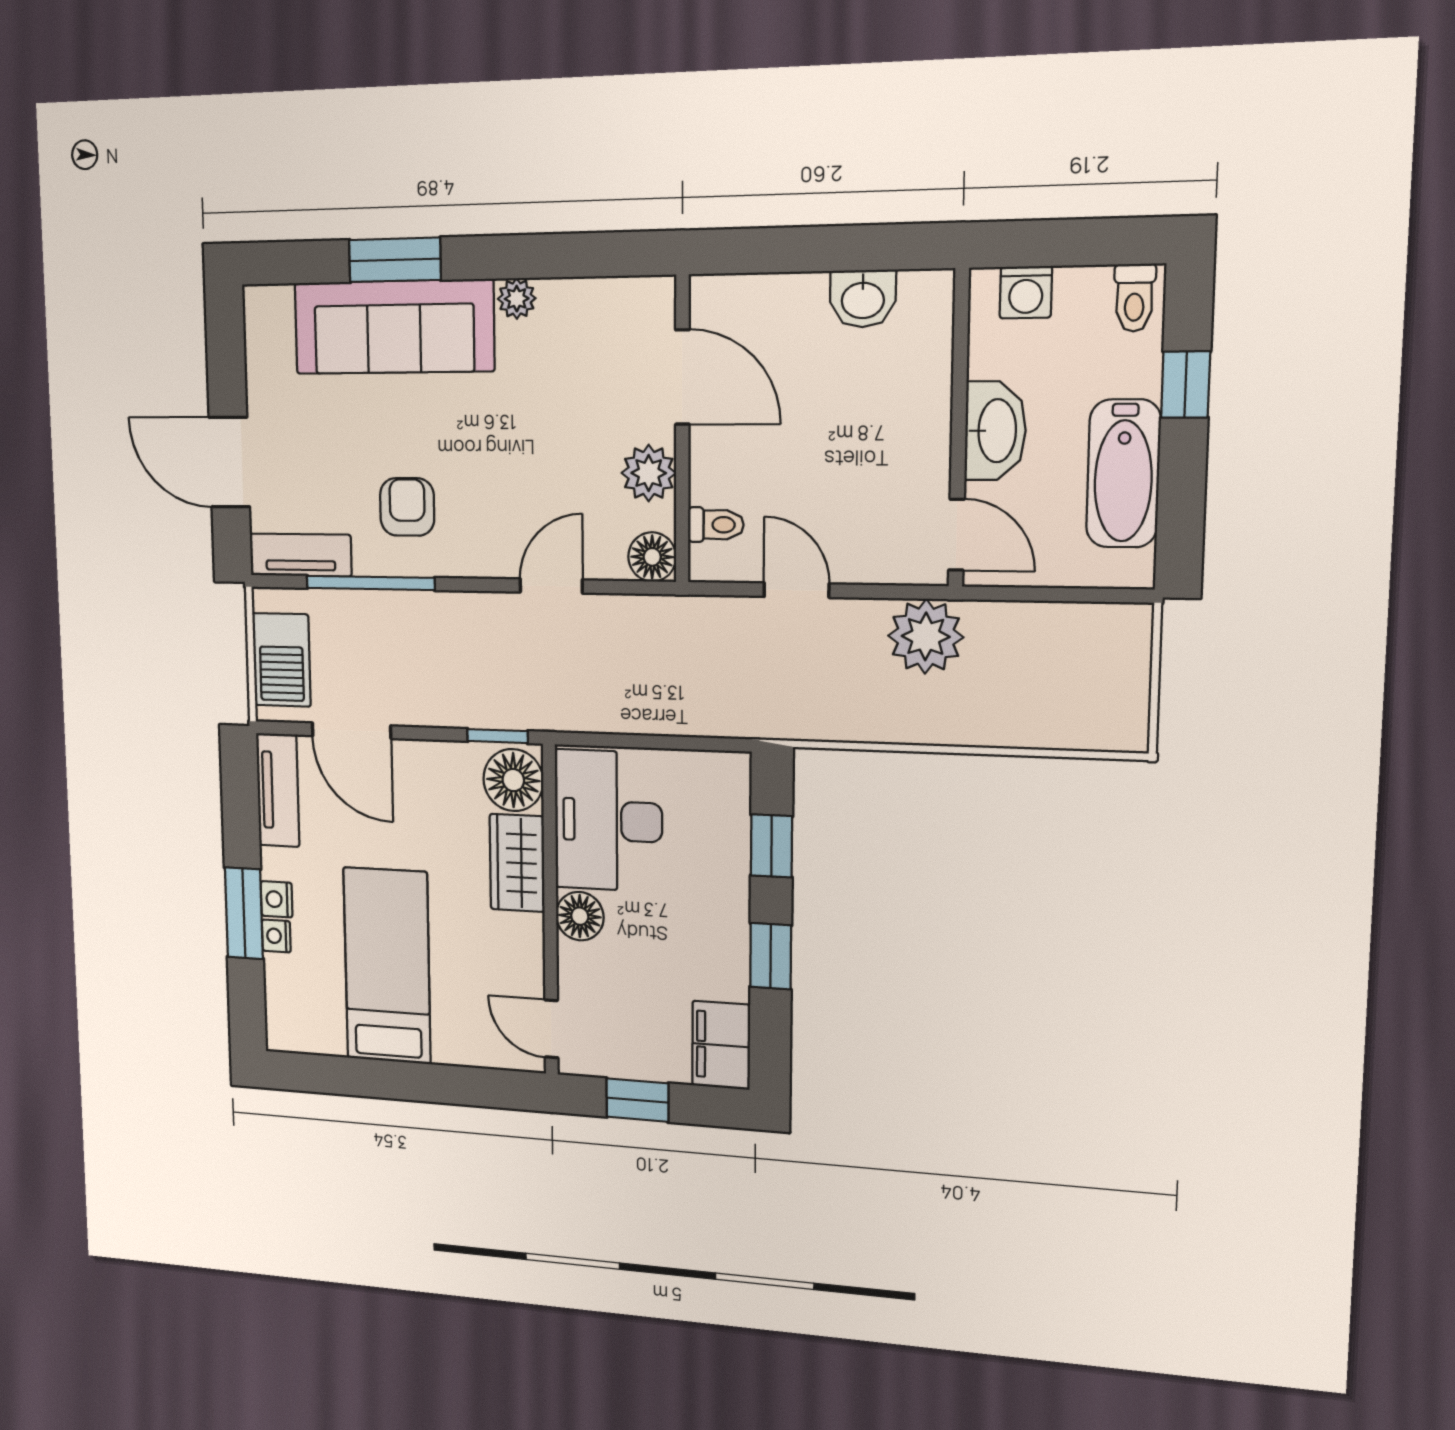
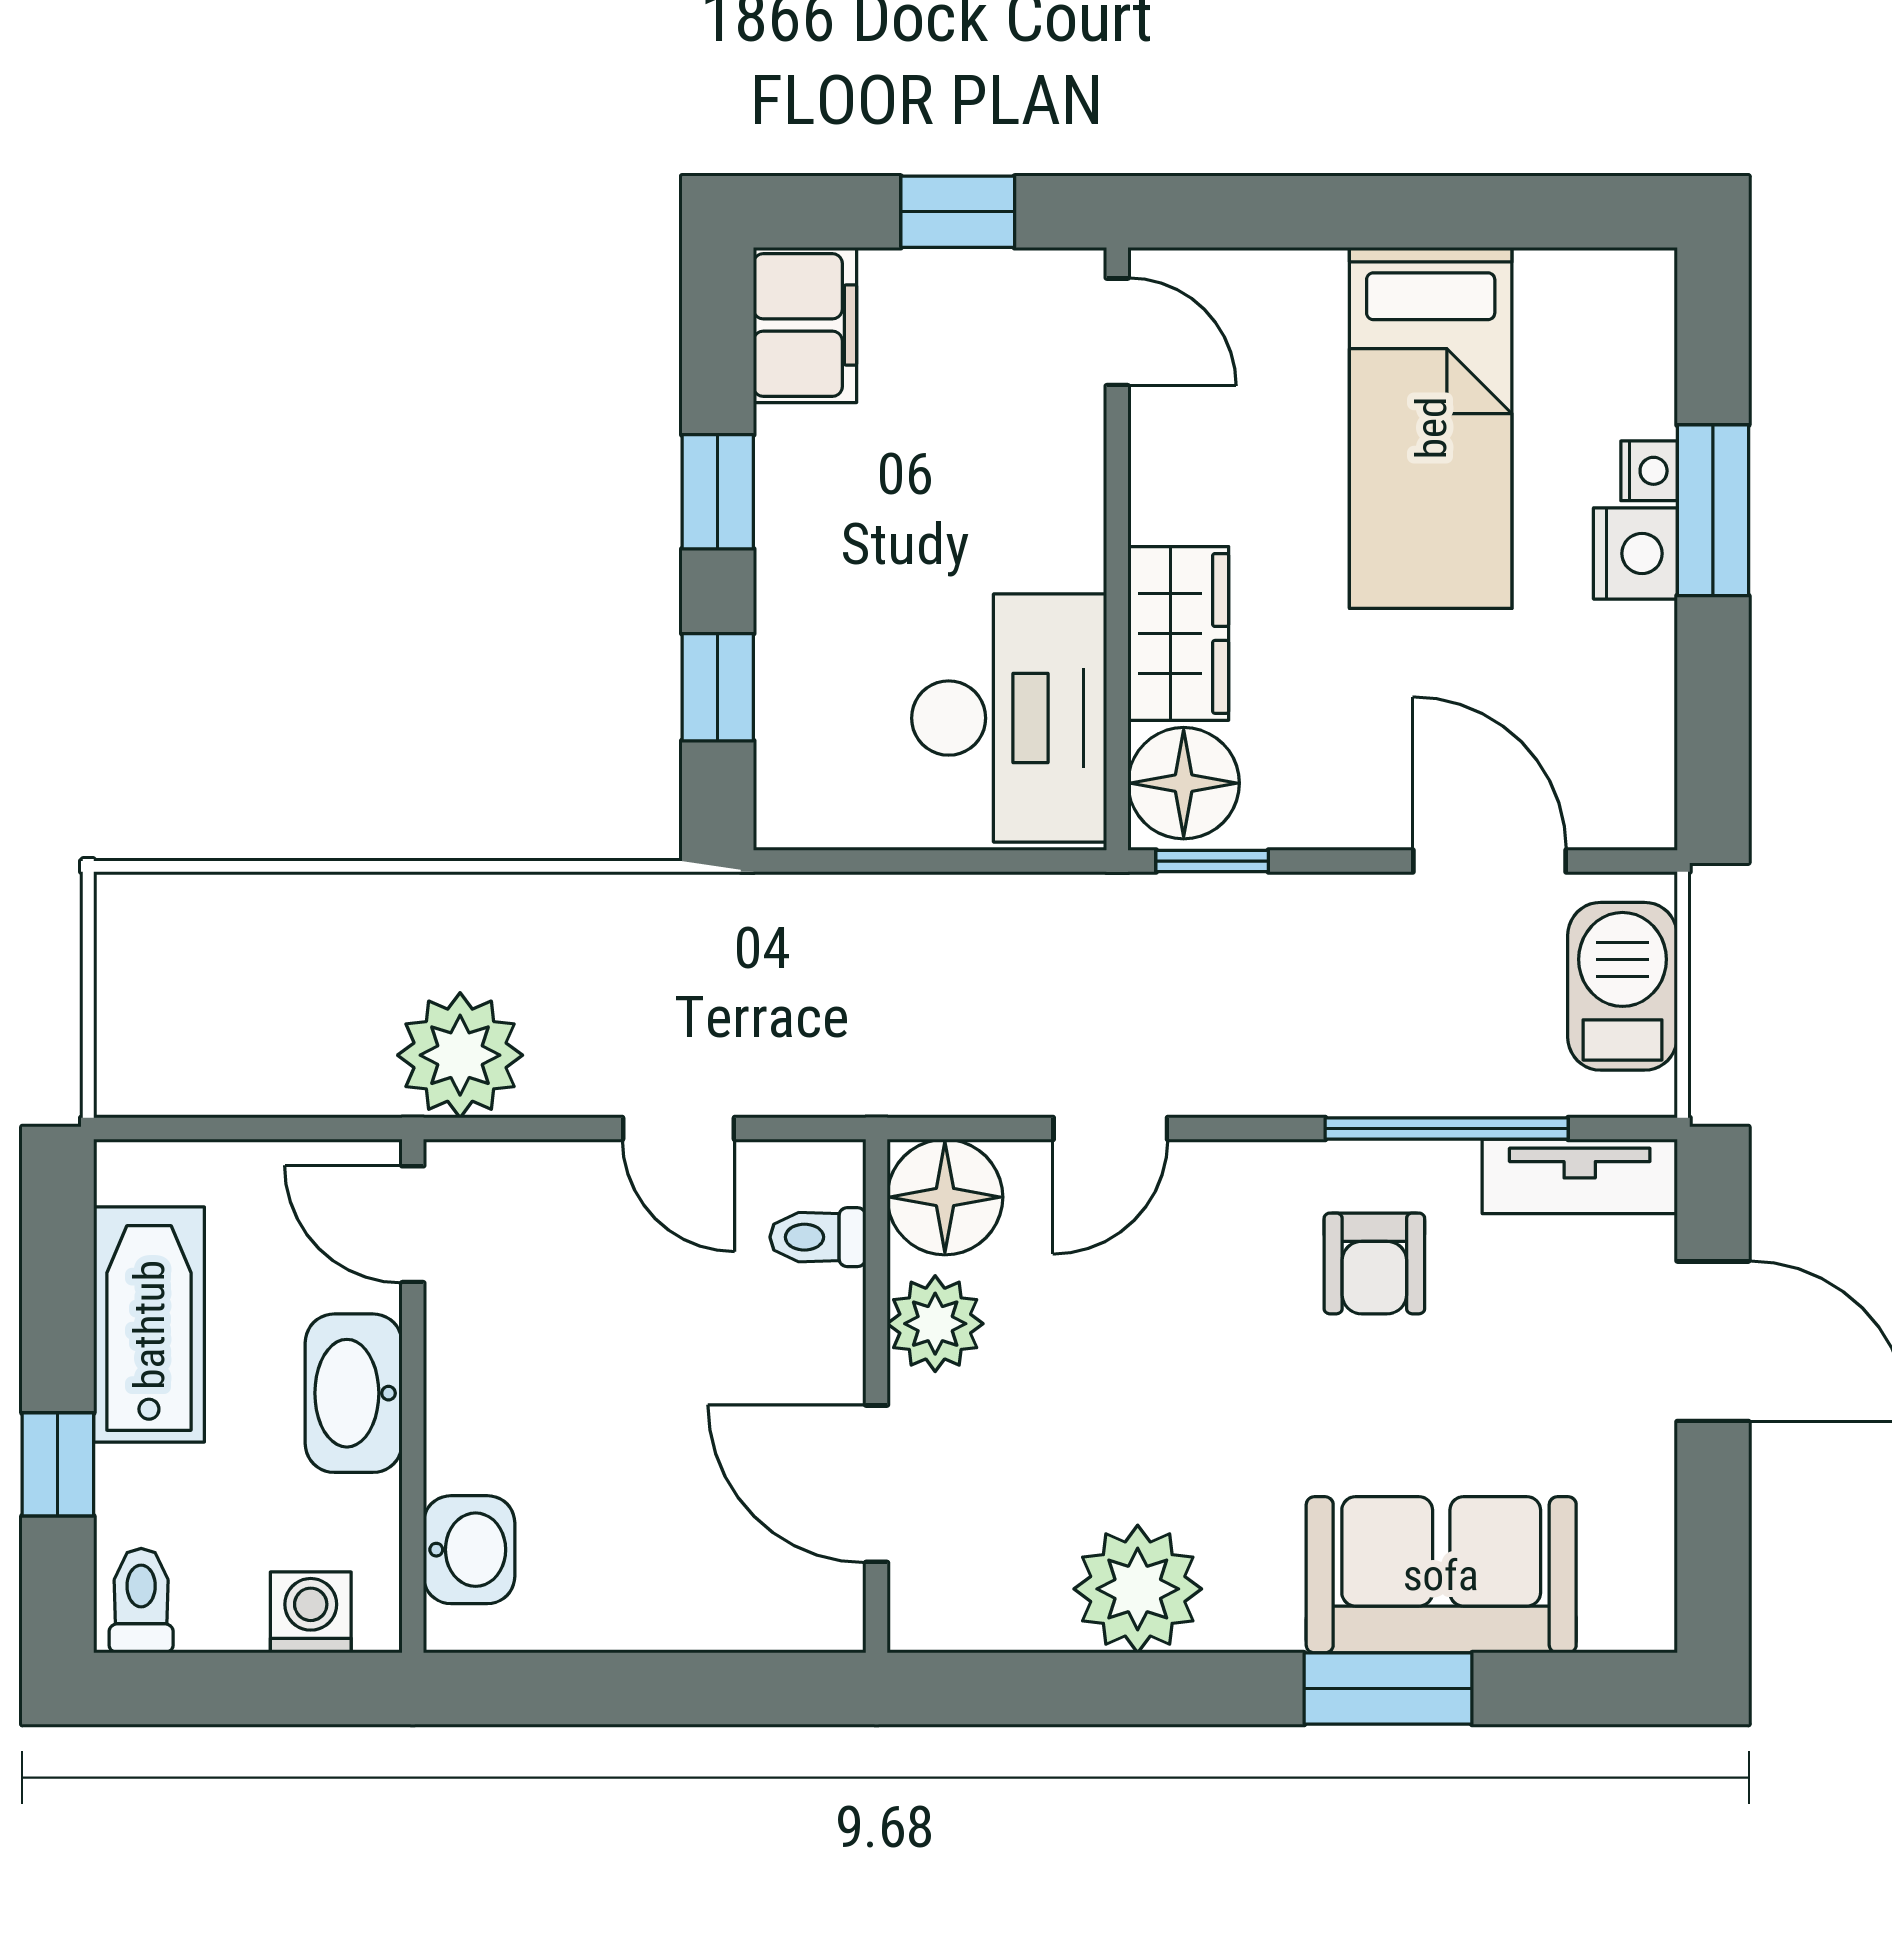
plant: (517, 299) -> (1138, 1589), width x1.88, depth x1.88
washbasin: (863, 299) -> (469, 1550), moved, turned 90
sofa: (394, 327) -> (1441, 1575), width x0.73
floor lamp: (652, 557) -> (945, 1197), width x1.38, depth x1.38
tv unit: (278, 790) -> (1637, 746), removed
nightstand: (277, 899) -> (1635, 553), width x1.39, depth x1.35
floor lamp: (580, 916) -> (1063, 543), removed

